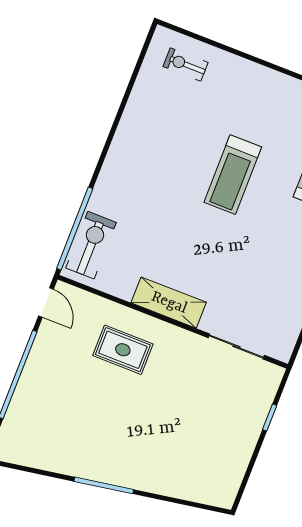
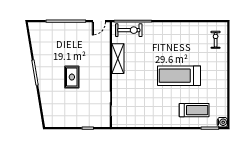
treadmill: (233, 175) -> (179, 76), width x1.37, depth x1.38
shelving: (169, 303) -> (118, 59), moved
rug: (123, 350) -> (72, 77), moved

